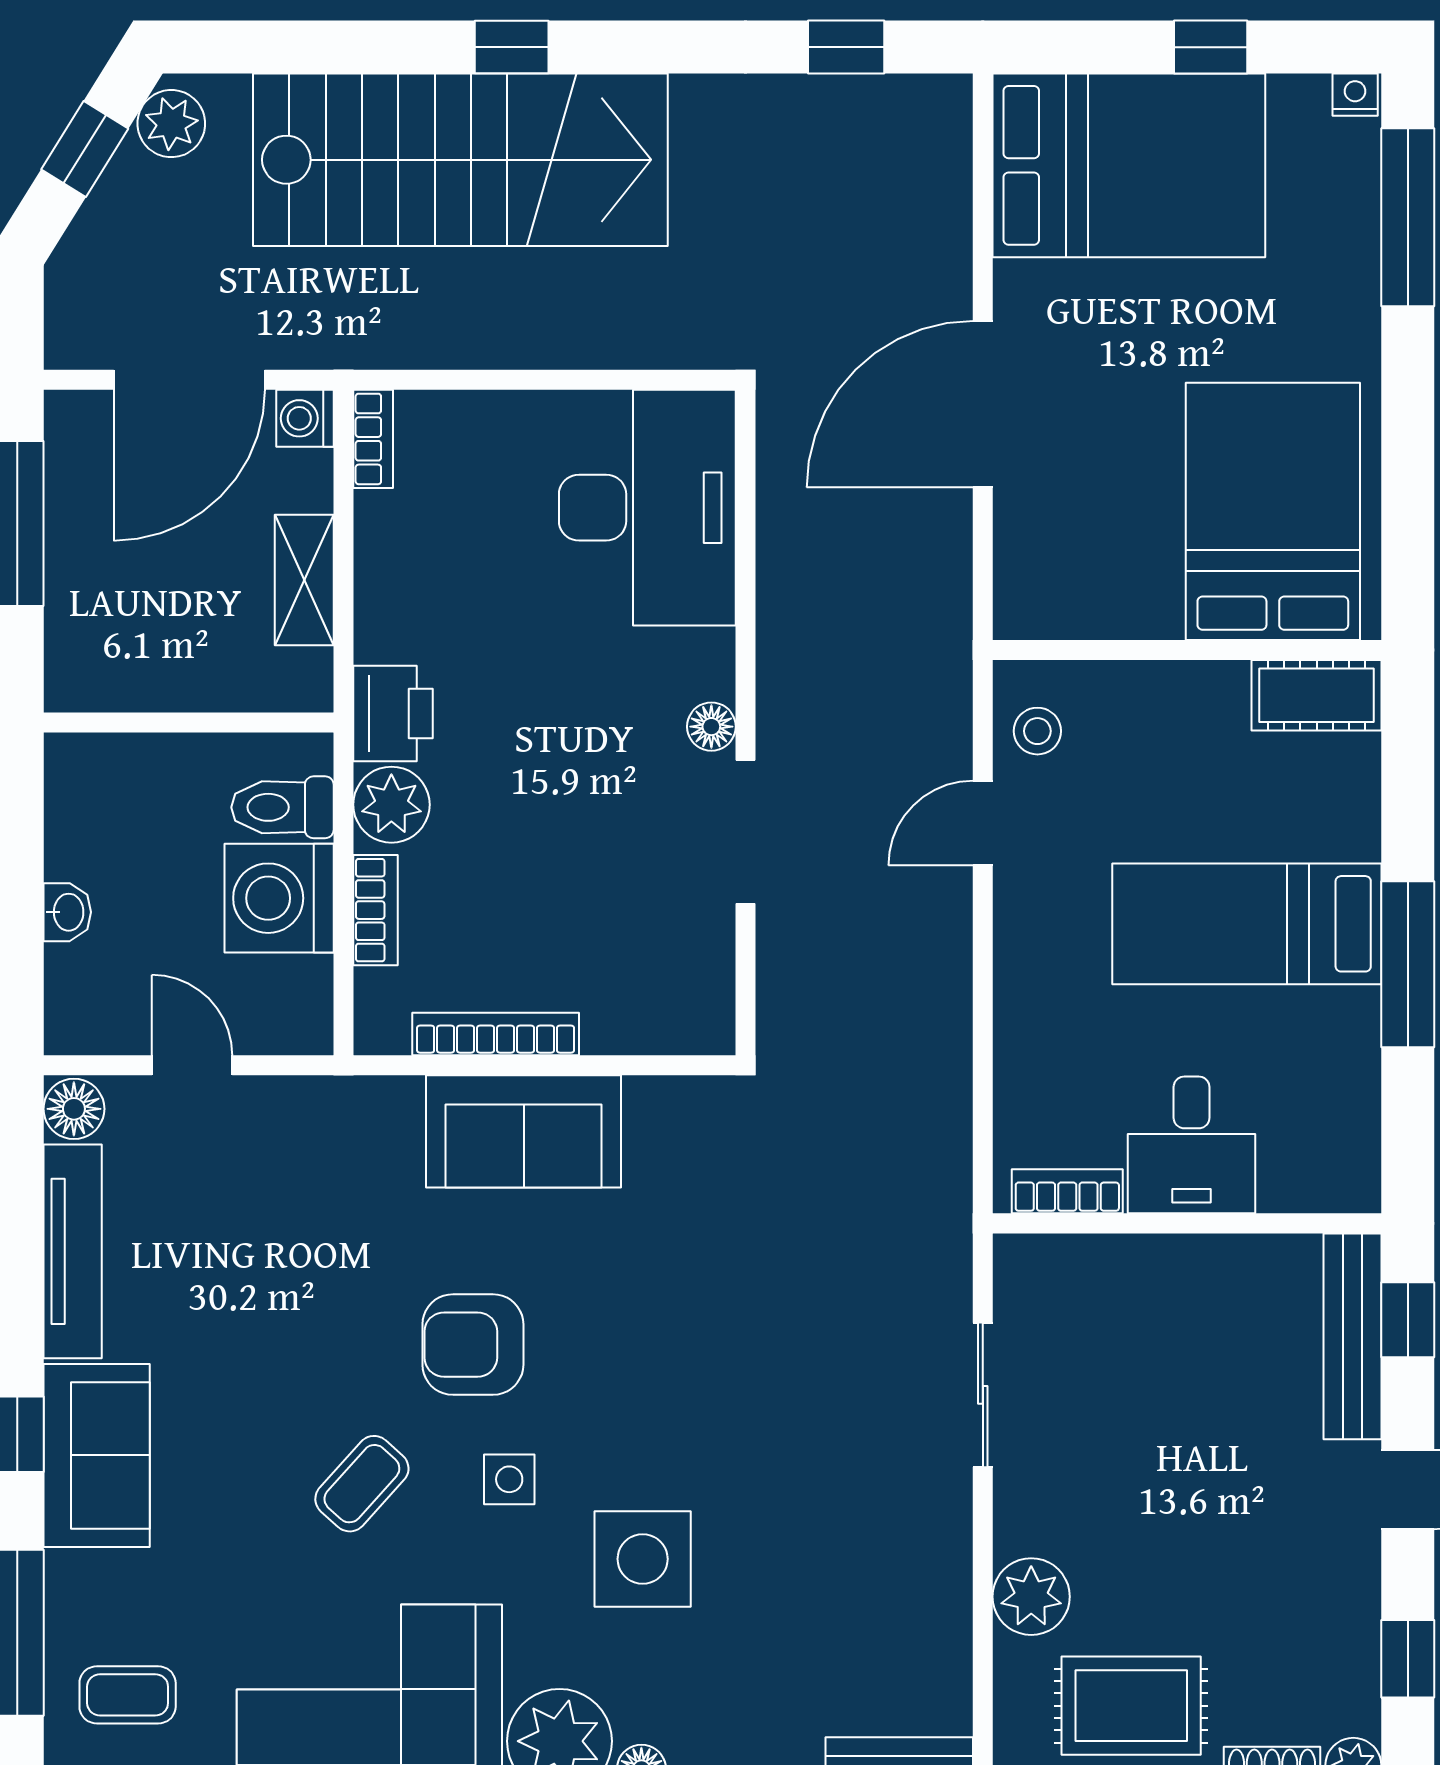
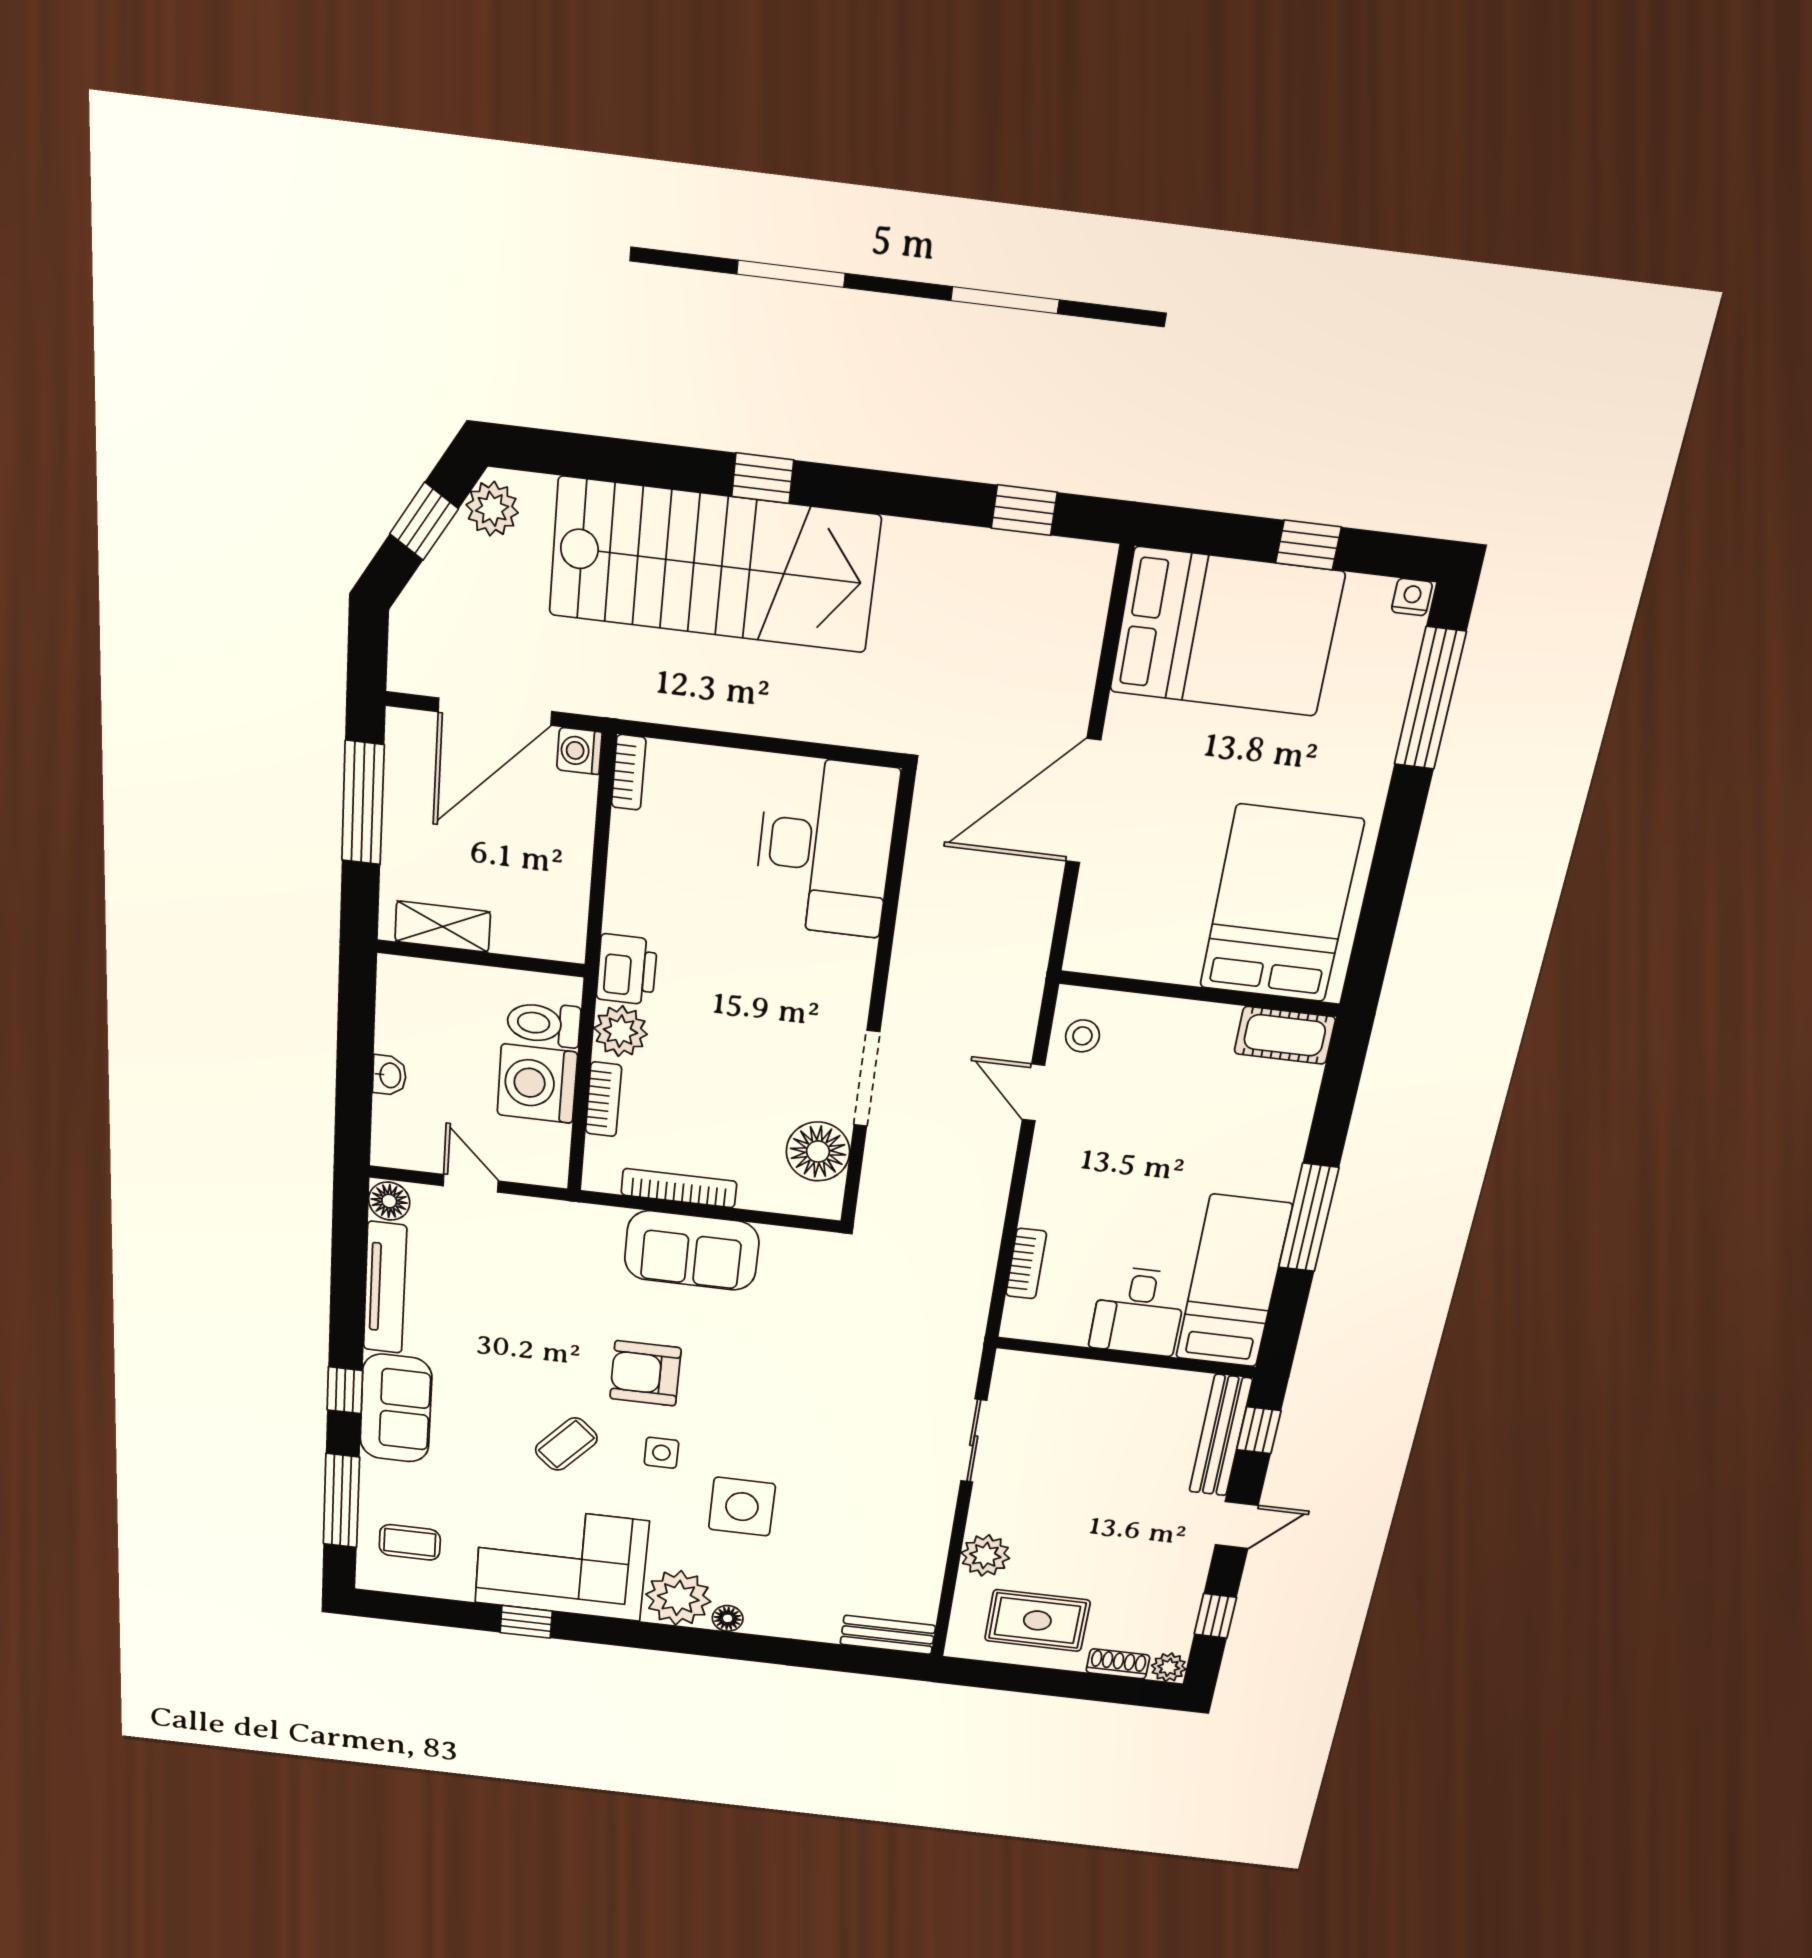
shelving: (304, 580) -> (443, 927), moved, turned 90
floor lamp: (711, 727) -> (818, 1152), moved, width x1.89, depth x1.89
door: (983, 823) -> (1033, 1092), hinge flipped
bed: (1247, 924) -> (1233, 1282), moved, turned 90
bookcase: (1067, 1191) -> (1026, 1264), moved, turned 90

